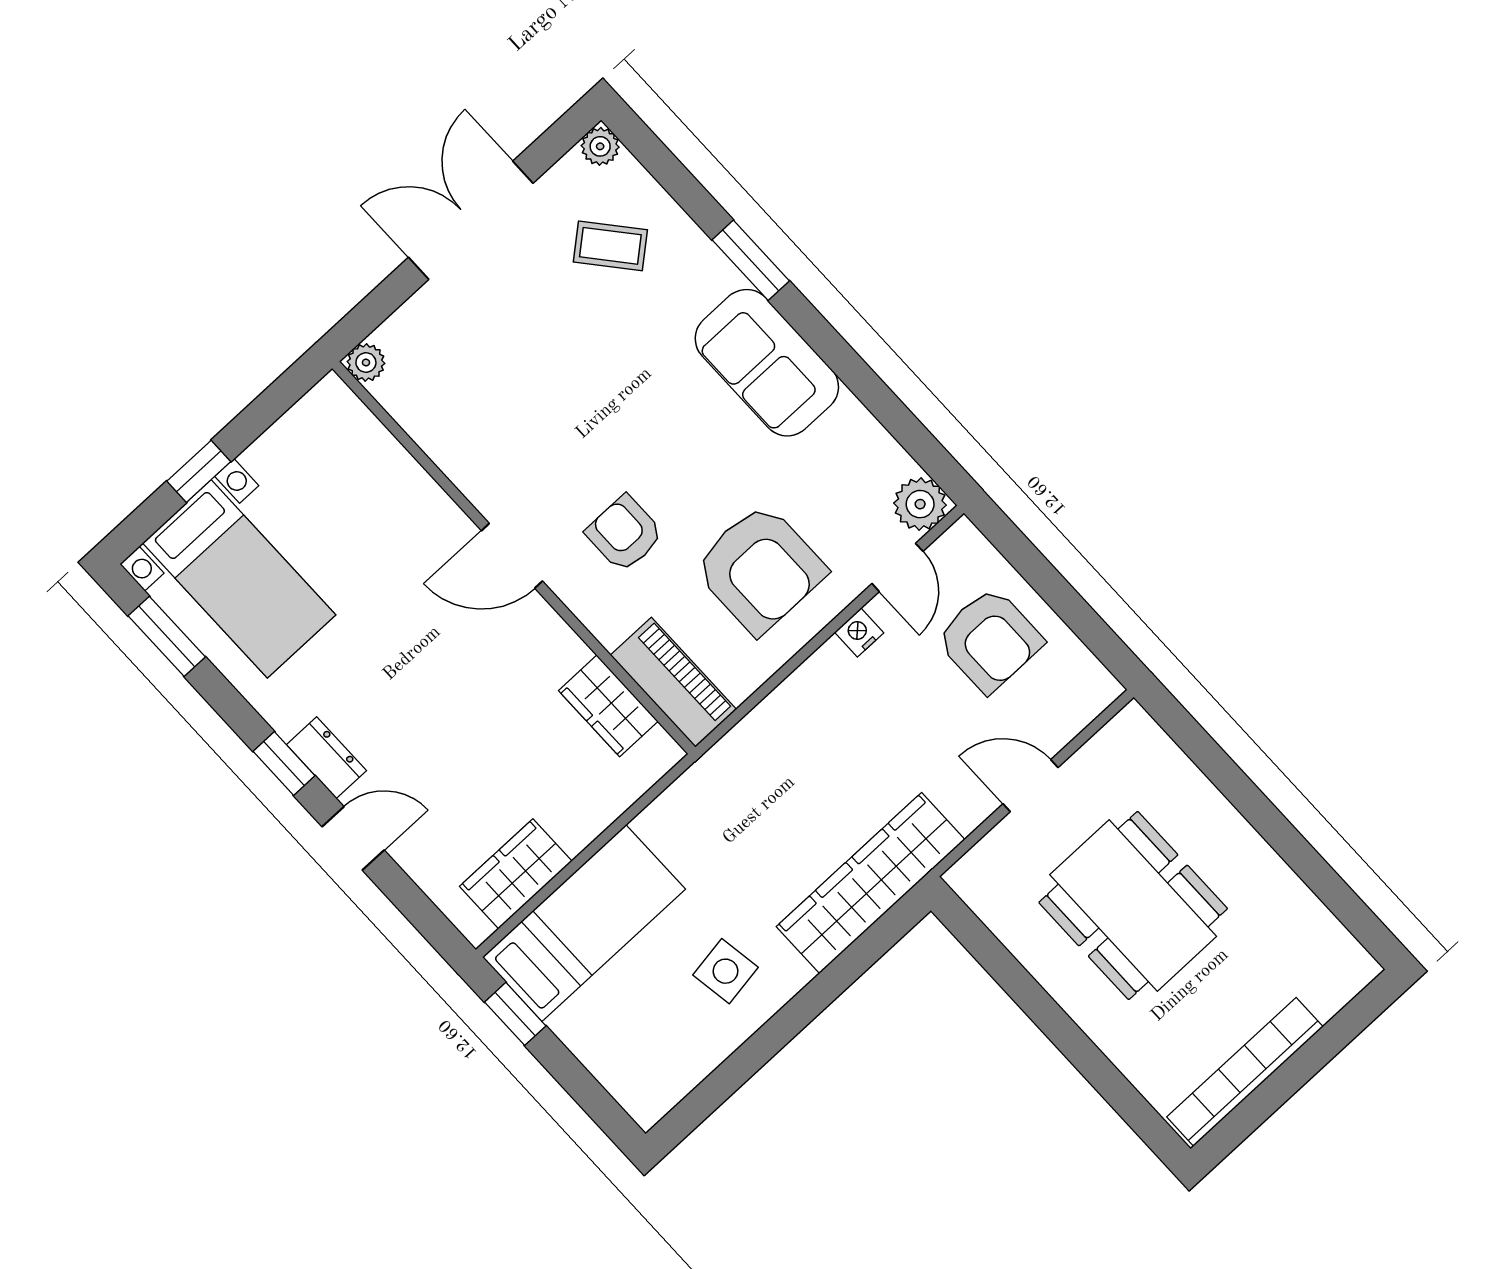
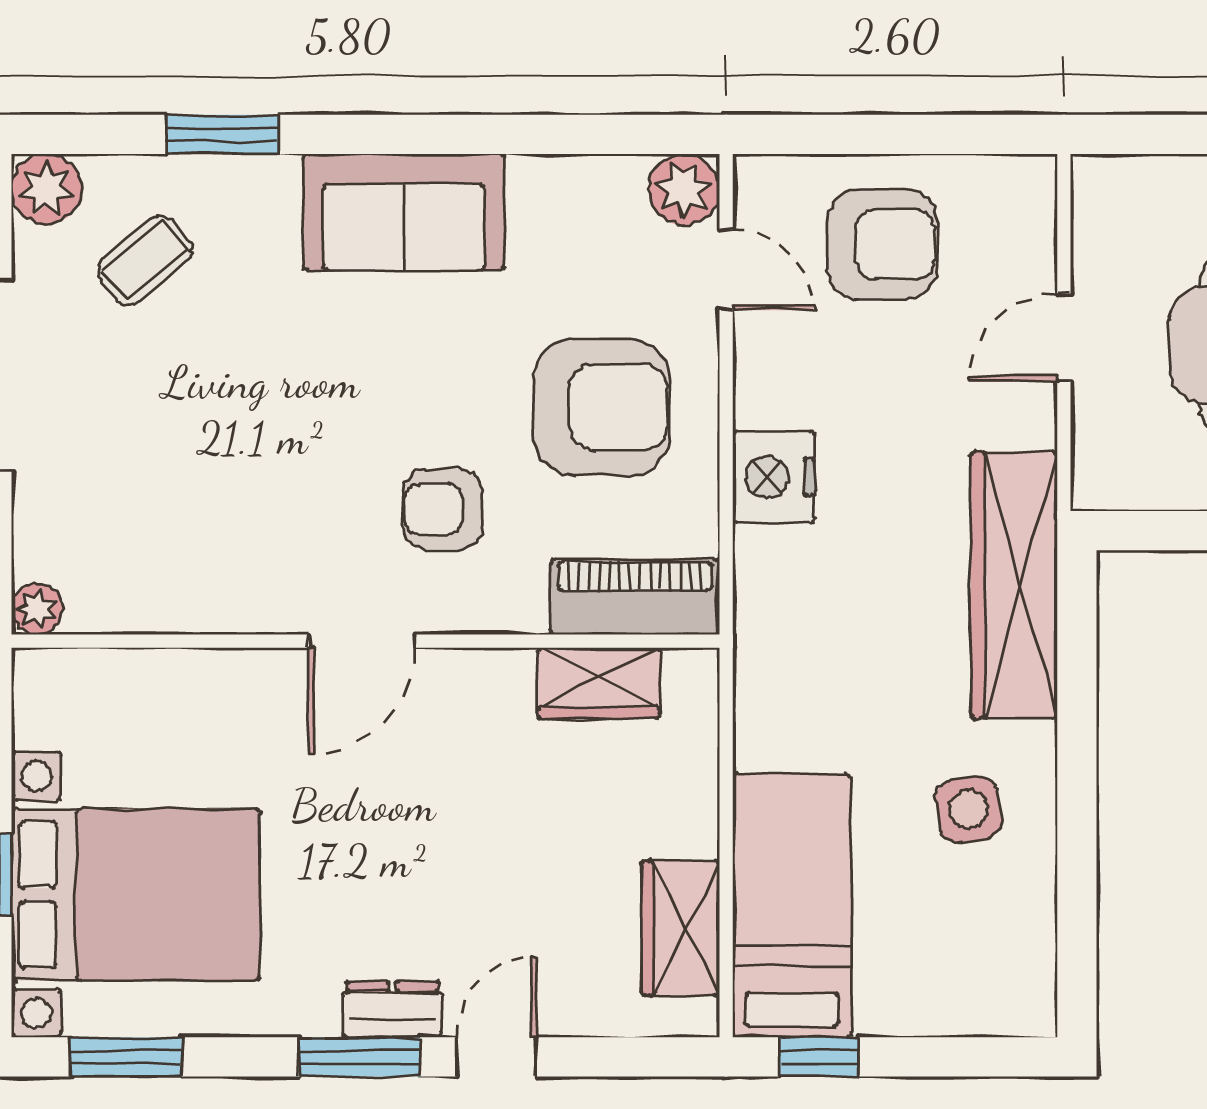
plant: (600, 146) -> (47, 189), width x1.38, depth x1.38
window: (751, 260) -> (222, 134), moved
bed with nightstands: (239, 579) -> (136, 895), width x1.36
nightstand: (859, 632) -> (774, 477), moved, width x1.89, depth x1.79
window: (284, 763) -> (359, 1057), width x1.50

